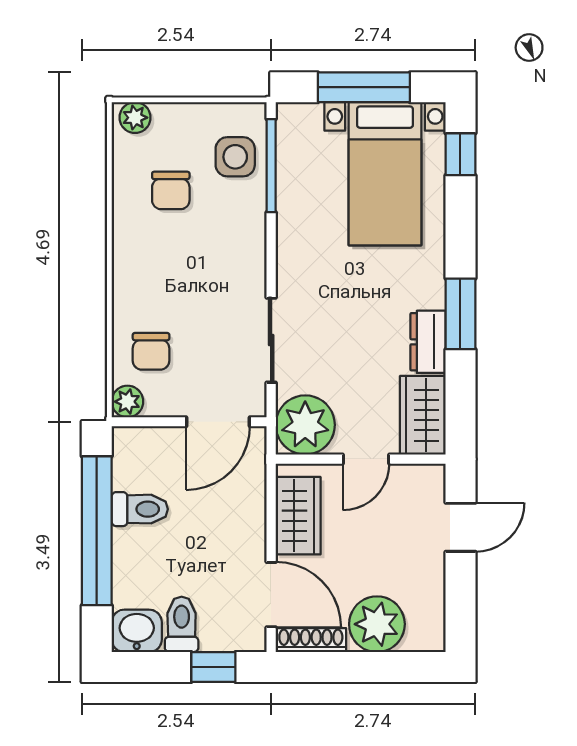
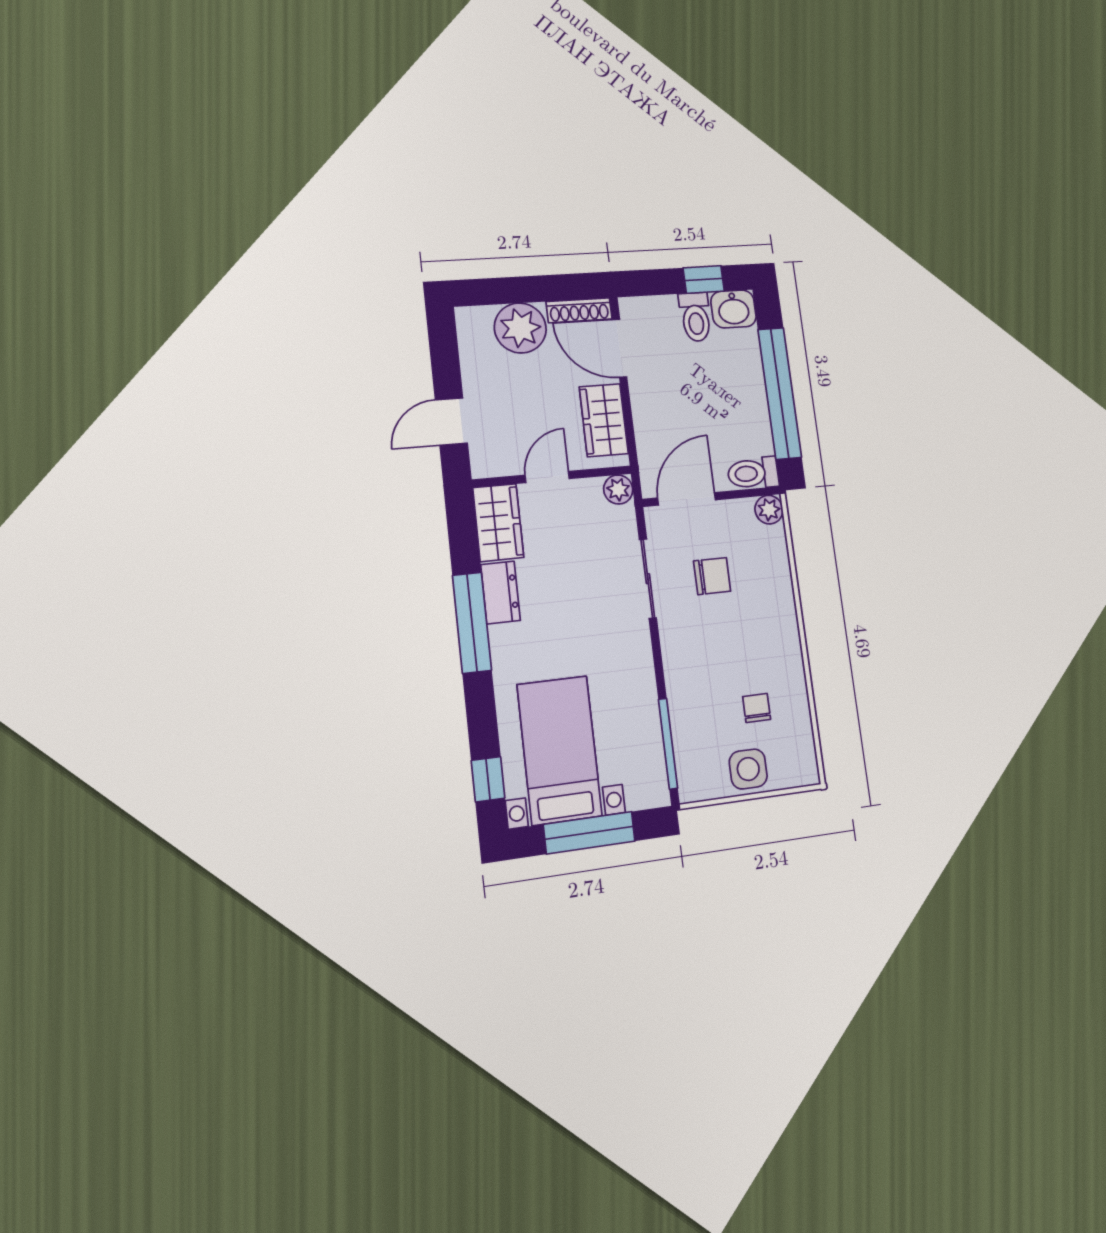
plant: (135, 118) -> (798, 773), removed
side table: (235, 157) -> (748, 769), moved
chair: (171, 190) -> (757, 708), width x0.73, depth x0.73
window: (460, 314) -> (472, 623), width x1.44
chair: (151, 351) -> (712, 576), moved, turned 90
plant: (305, 425) -> (618, 489), width x0.53, depth x0.53
toilet: (140, 509) -> (753, 473), moved
window: (213, 667) -> (704, 280), moved

